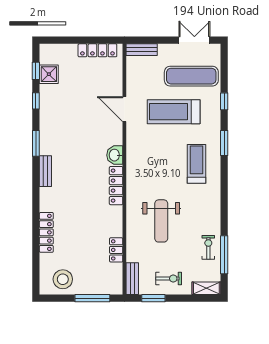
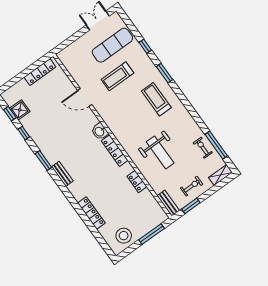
bench: (142, 50) -> (68, 51), removed
treadmill: (174, 112) -> (118, 76), width x0.73, depth x0.73
locker: (116, 250) -> (137, 181), moved

